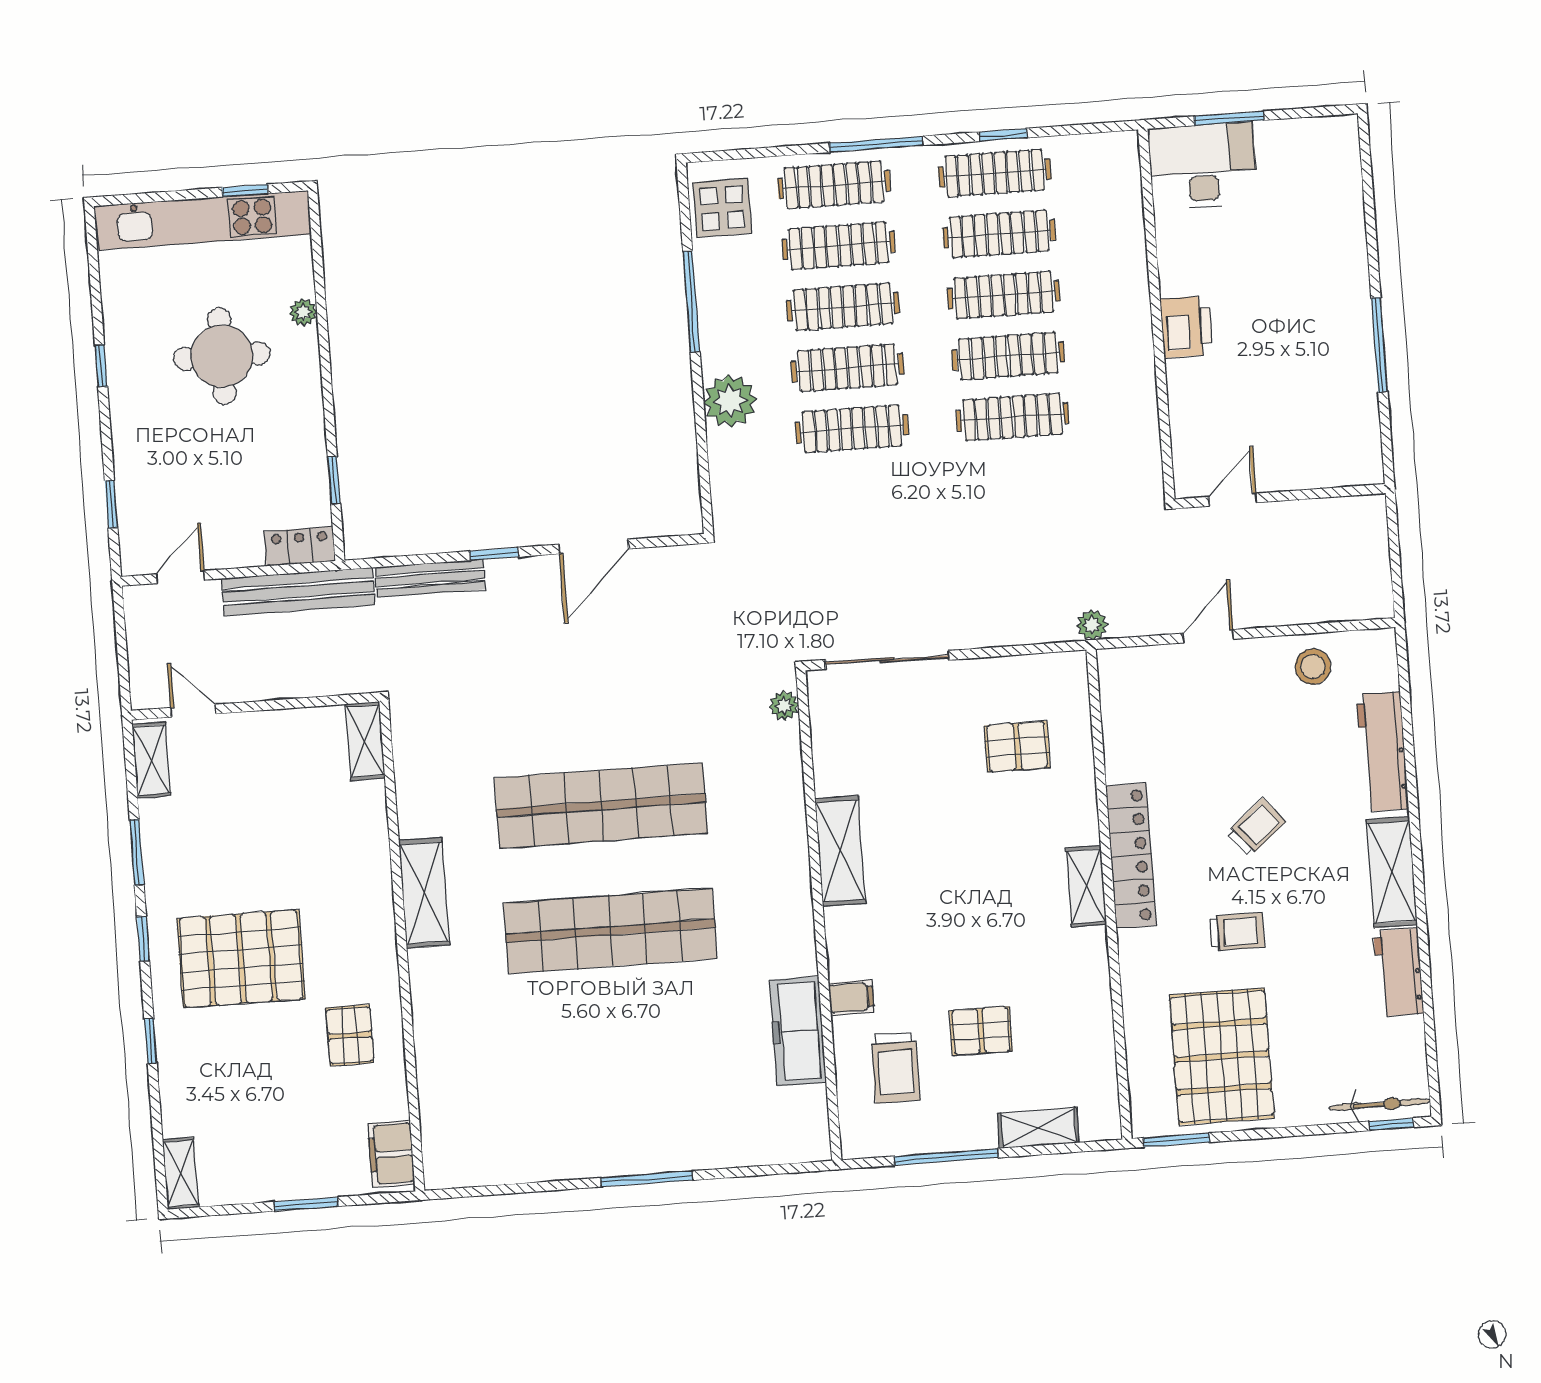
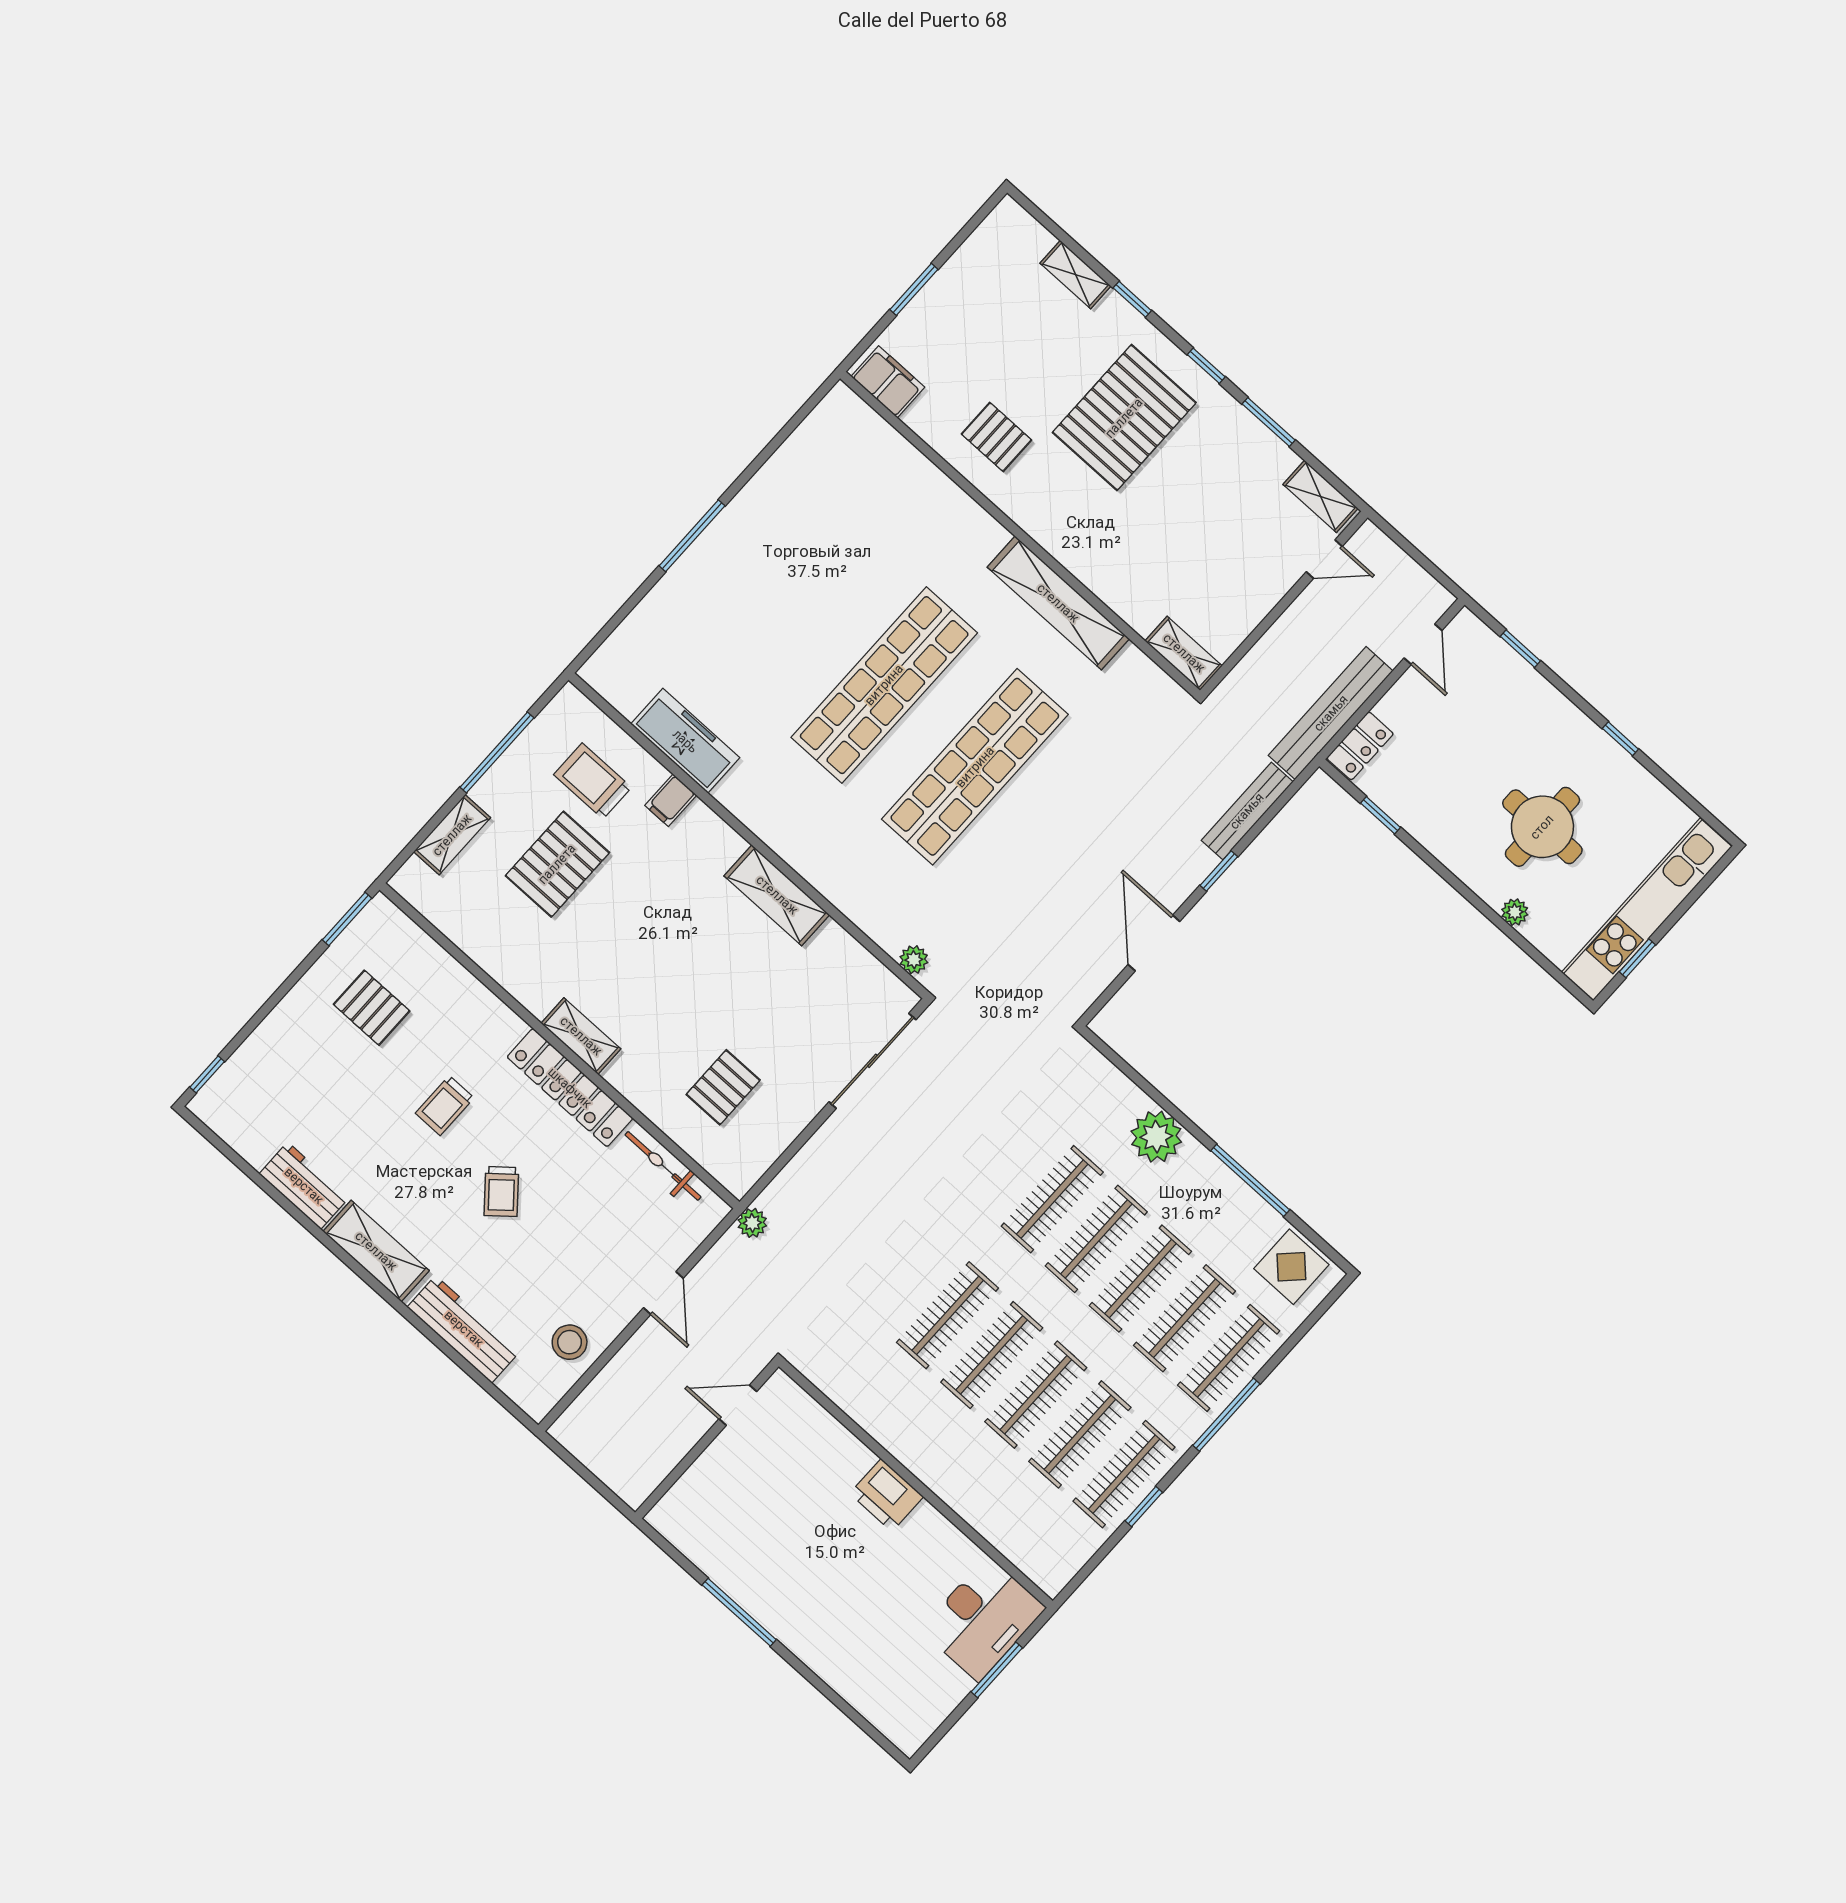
door: (1233, 500) -> (738, 1405), swing flipped
shelving: (424, 893) -> (1058, 603), width x1.47
pallet: (981, 1031) -> (557, 864), width x1.50, depth x1.42
pallet: (1222, 1057) -> (372, 1008), width x0.49, depth x0.50
bicycle: (1380, 1104) -> (663, 1166), moved, turned 90
shelving: (181, 1173) -> (1075, 275), moved

